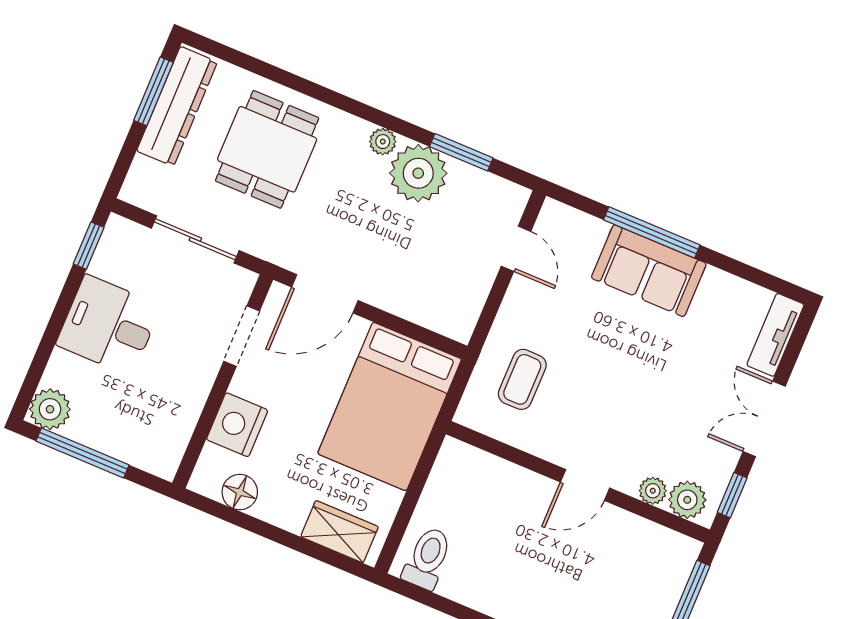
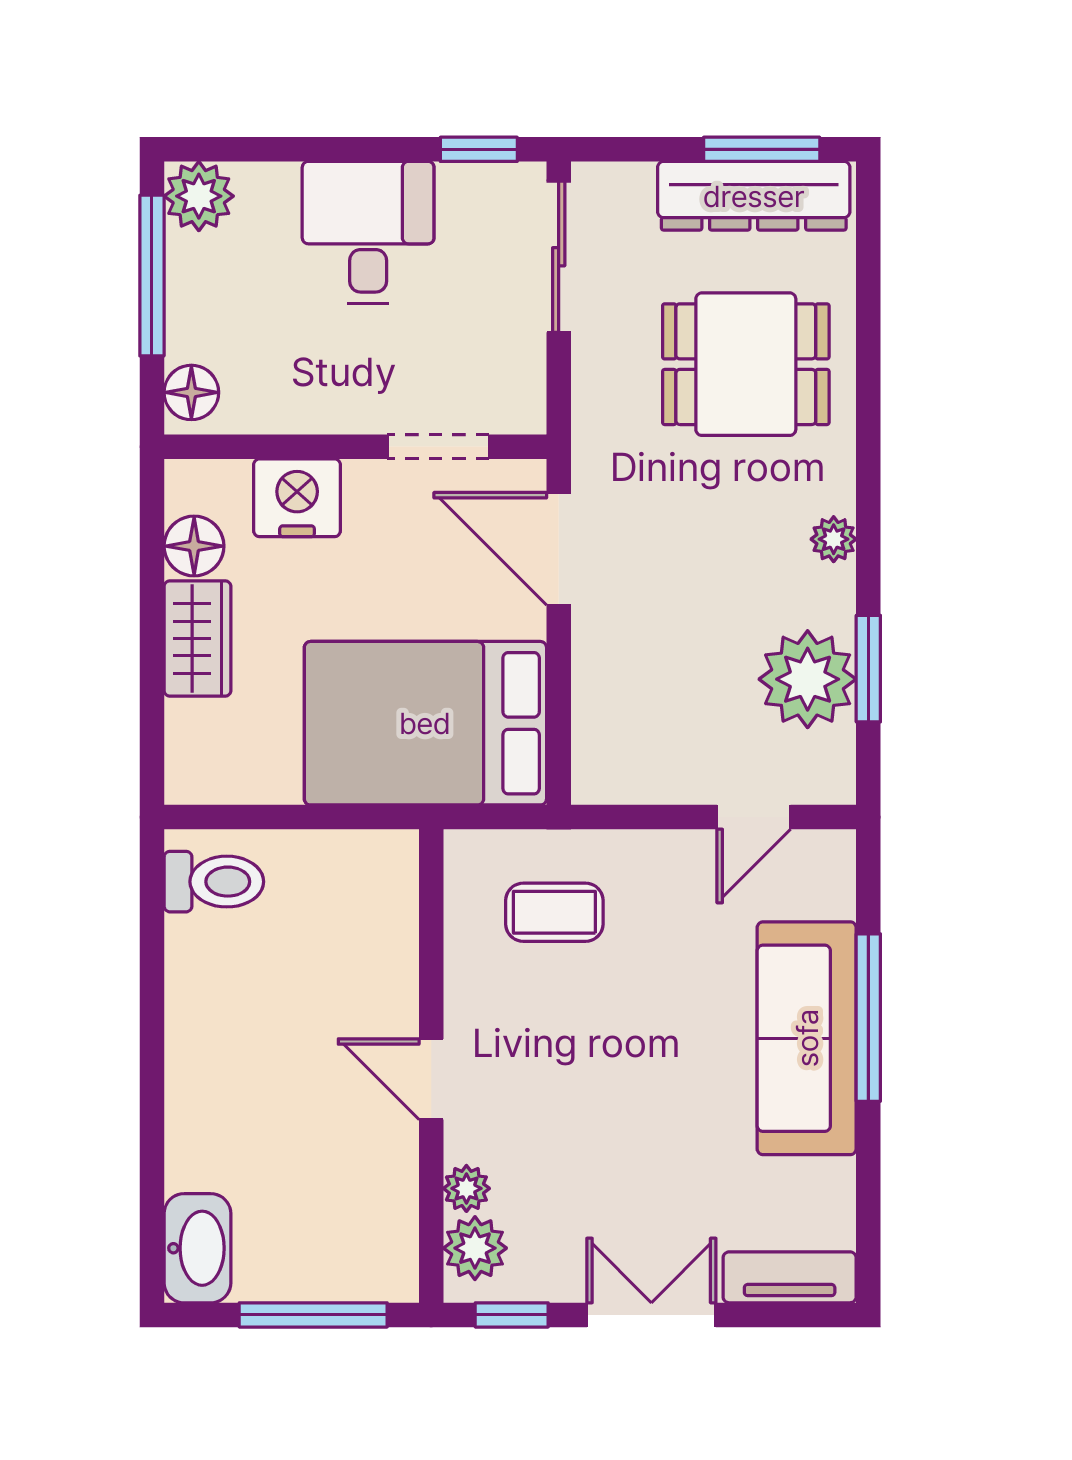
plant: (418, 173) -> (808, 679), moved
sliding door: (195, 239) -> (559, 257), moved
sofa: (649, 271) -> (807, 1038), width x1.36
floor lamp: (155, 458) -> (191, 392), added
wardrobe: (339, 532) -> (198, 638), moved

